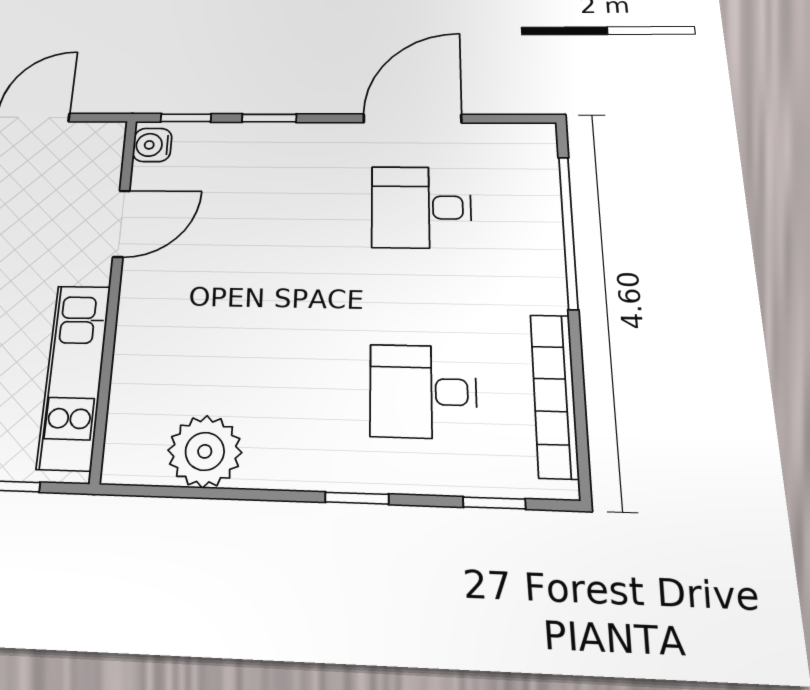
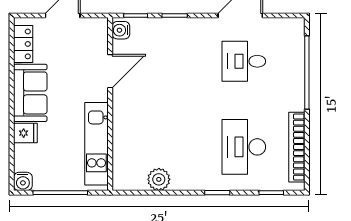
desk: (423, 391) -> (244, 147), width x1.37
plant: (205, 451) -> (159, 179), width x0.73, depth x0.73

